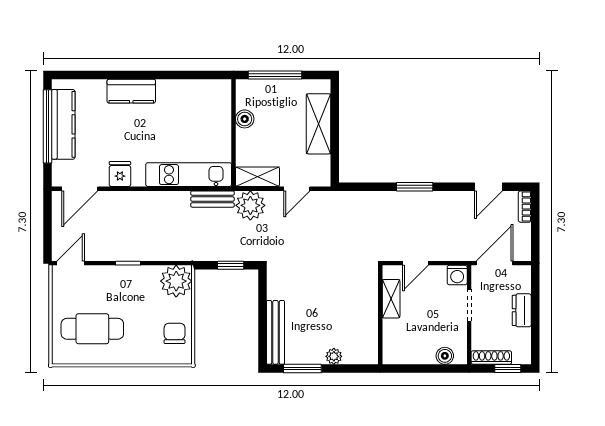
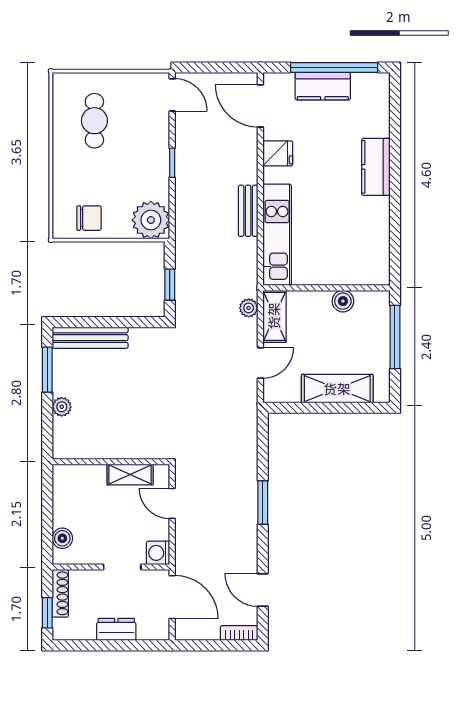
kitchen counter: (63, 124) -> (323, 86), width x0.67
door: (297, 189) -> (260, 363), swing flipped
bench: (212, 199) -> (248, 211), moved
plant: (250, 205) -> (249, 308), width x0.53, depth x0.53
cafe table: (92, 329) -> (94, 121), width x0.73, depth x0.74

